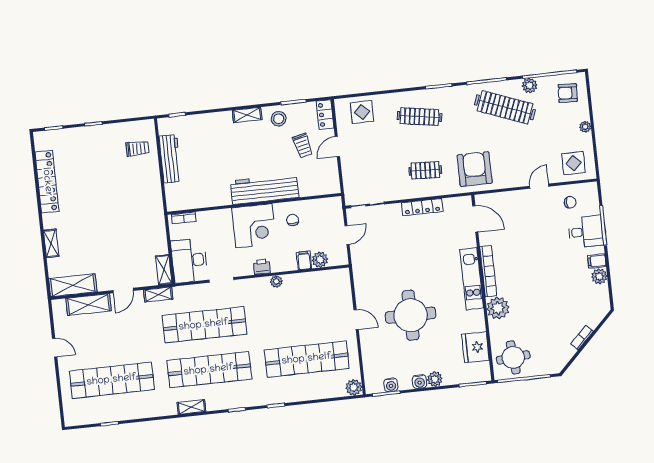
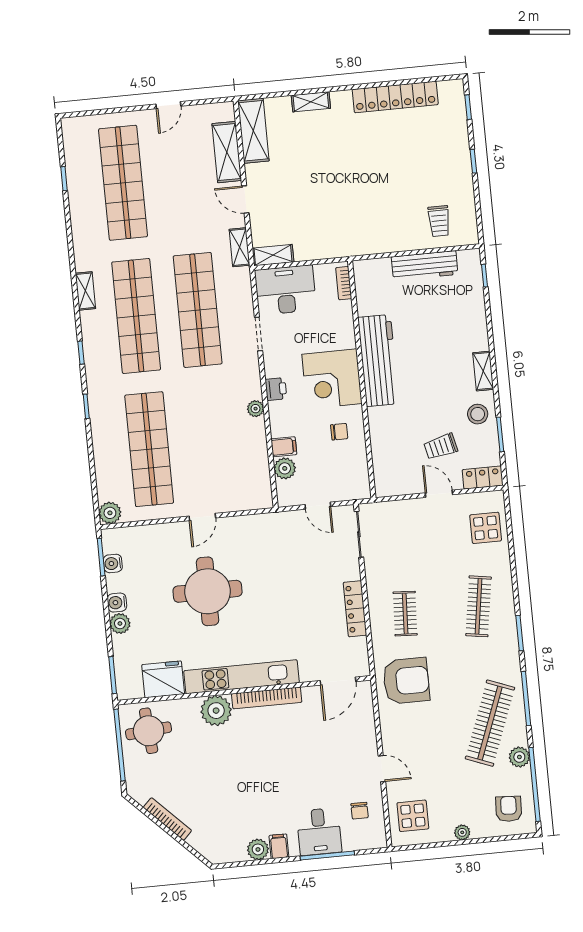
workbench: (265, 189) -> (378, 360), moved
kitchen unit: (472, 279) -> (241, 677), width x1.36
bookcase: (582, 338) -> (167, 819), width x1.56

